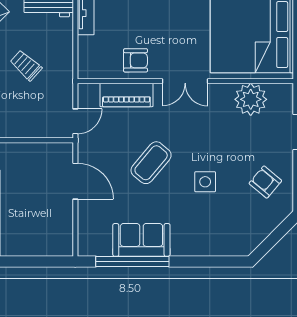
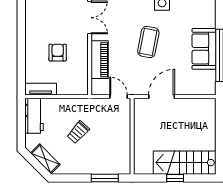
armchair: (136, 60) -> (58, 53), moved
coffee table: (151, 163) -> (148, 42), turned 61

